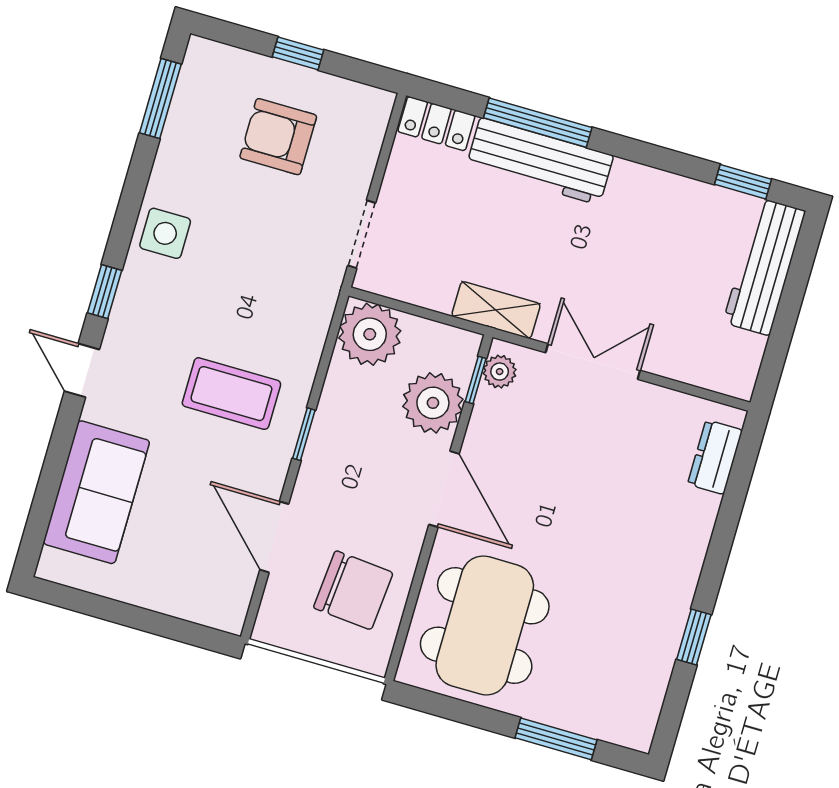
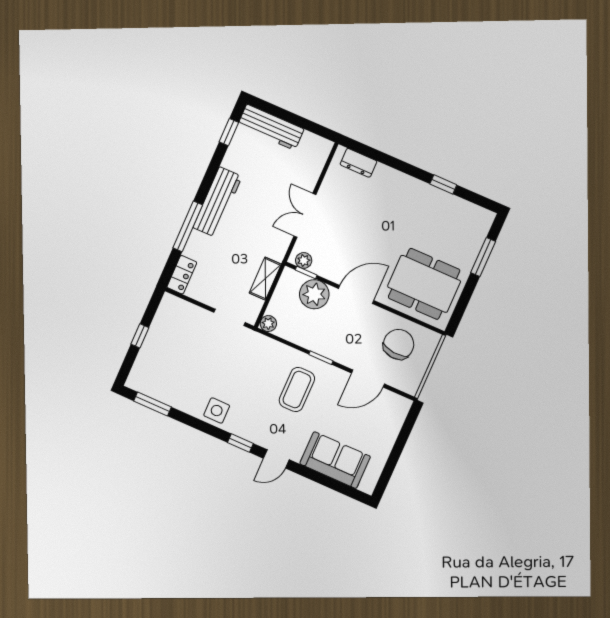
armchair: (278, 137) -> (178, 351), removed
workbench: (540, 161) -> (217, 202), moved
shelving: (496, 310) -> (265, 279), moved
plant: (370, 334) -> (268, 324), width x0.53, depth x0.53

